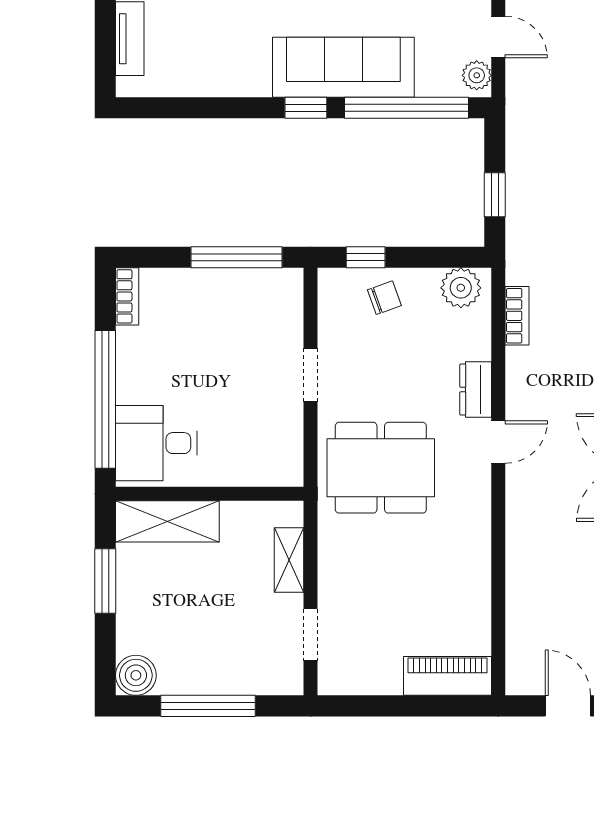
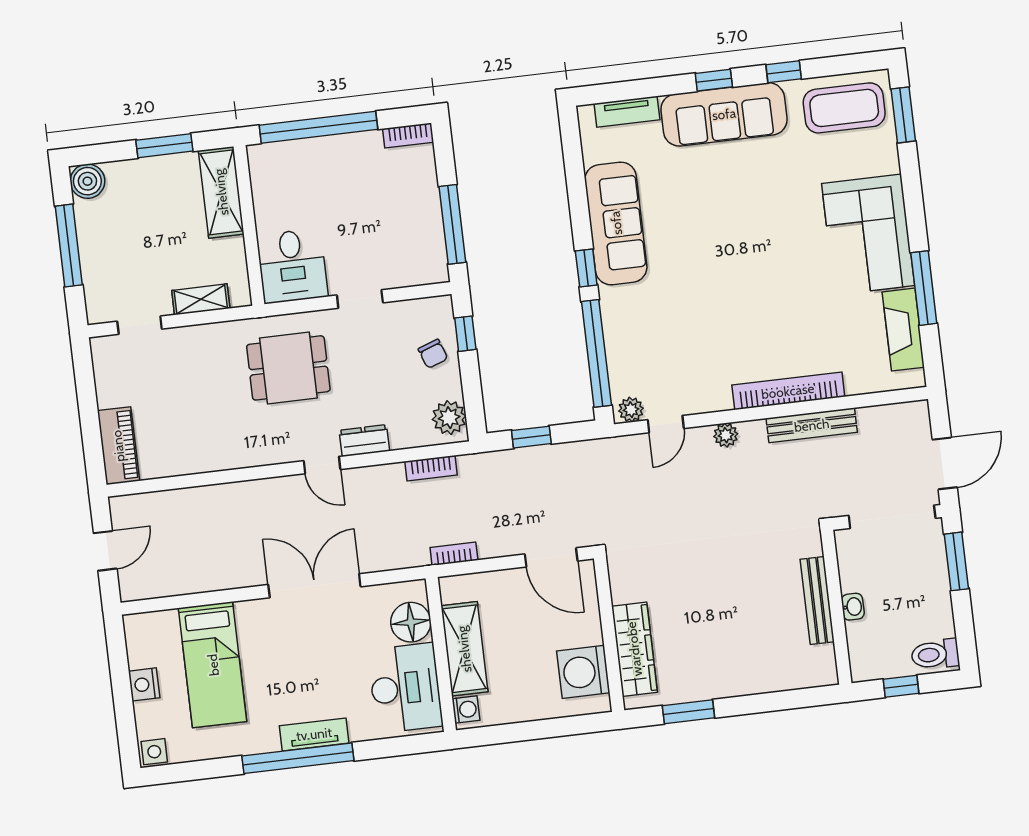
sofa: (343, 67) -> (616, 223), moved
desk: (156, 443) -> (292, 266), moved, turned 180
dining table: (381, 468) -> (288, 368), width x0.73

